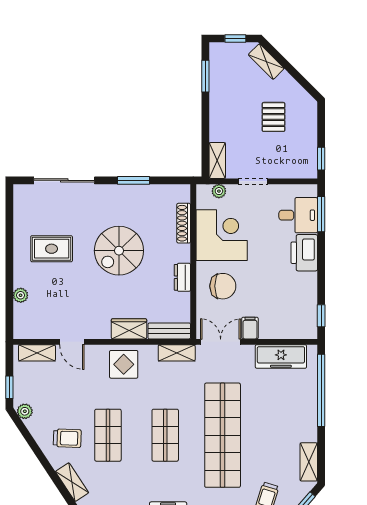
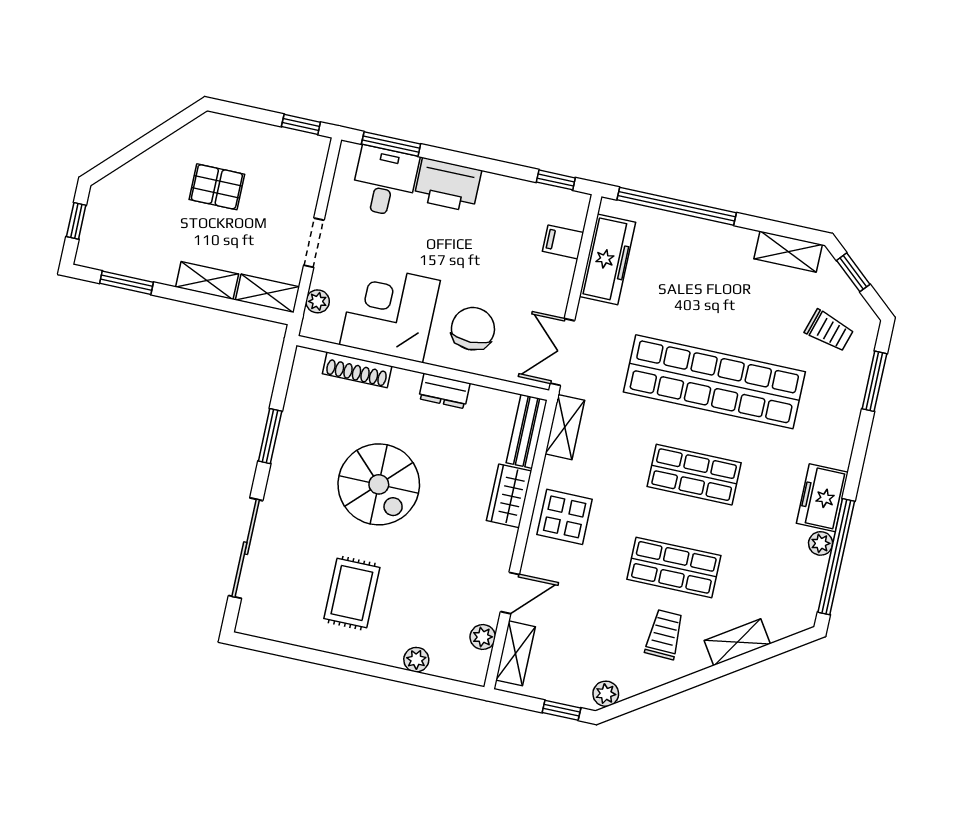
shelving: (266, 62) -> (207, 280), moved, turned 45
filing cabinet: (250, 328) -> (563, 242), moved
plant: (42, 331) -> (483, 637), added

